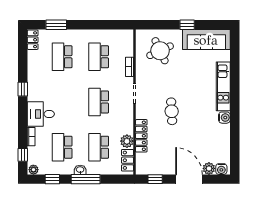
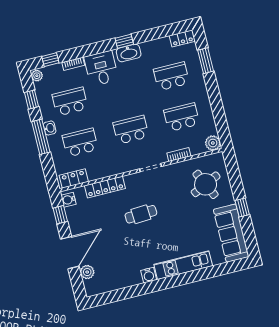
washbasin: (34, 88) -> (129, 53), added
plant: (127, 141) -> (213, 143), moved
water cooler: (221, 169) -> (69, 200), moved

